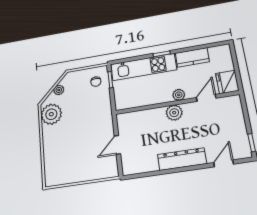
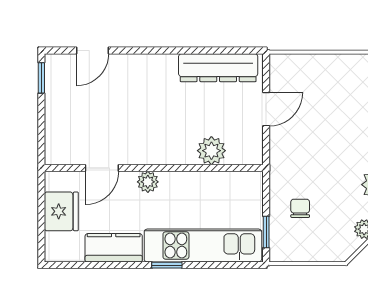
chair: (96, 82) -> (300, 208), moved
fridge: (227, 82) -> (61, 211), moved
plant: (174, 113) -> (211, 151), moved
dresser: (182, 159) -> (218, 68), moved

